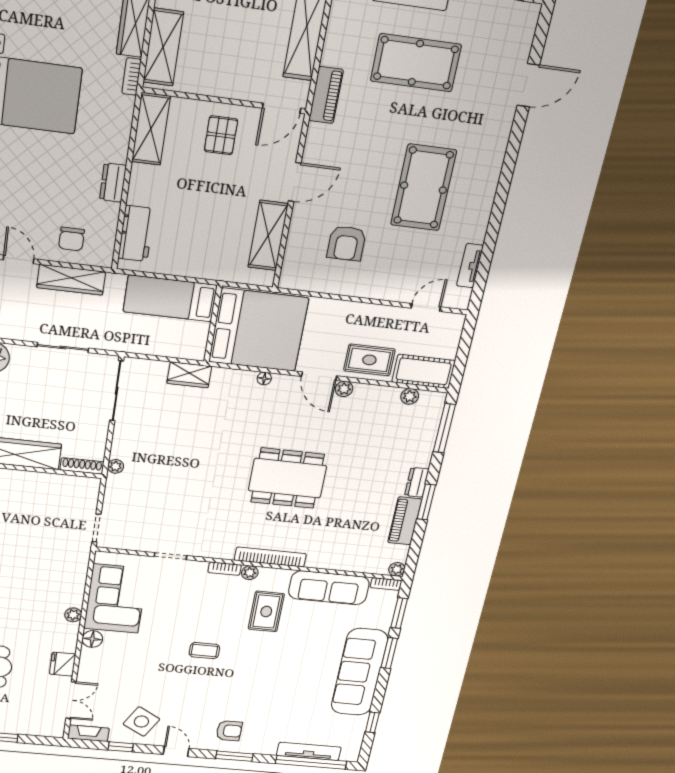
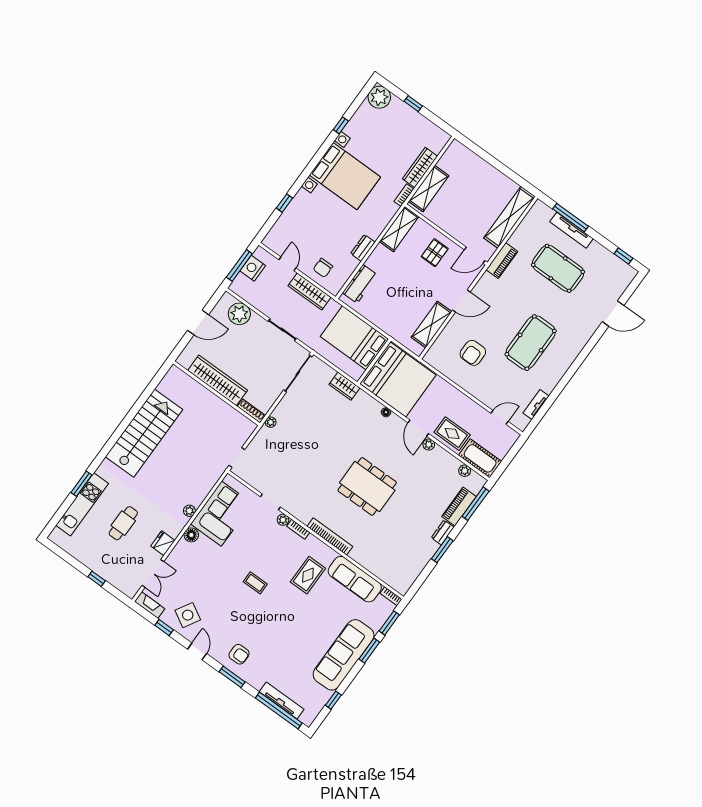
bed: (170, 298) -> (354, 338), width x1.50
piano: (405, 521) -> (459, 507), moved
plant: (397, 569) -> (403, 589), removed
plant: (250, 573) -> (283, 520), moved

